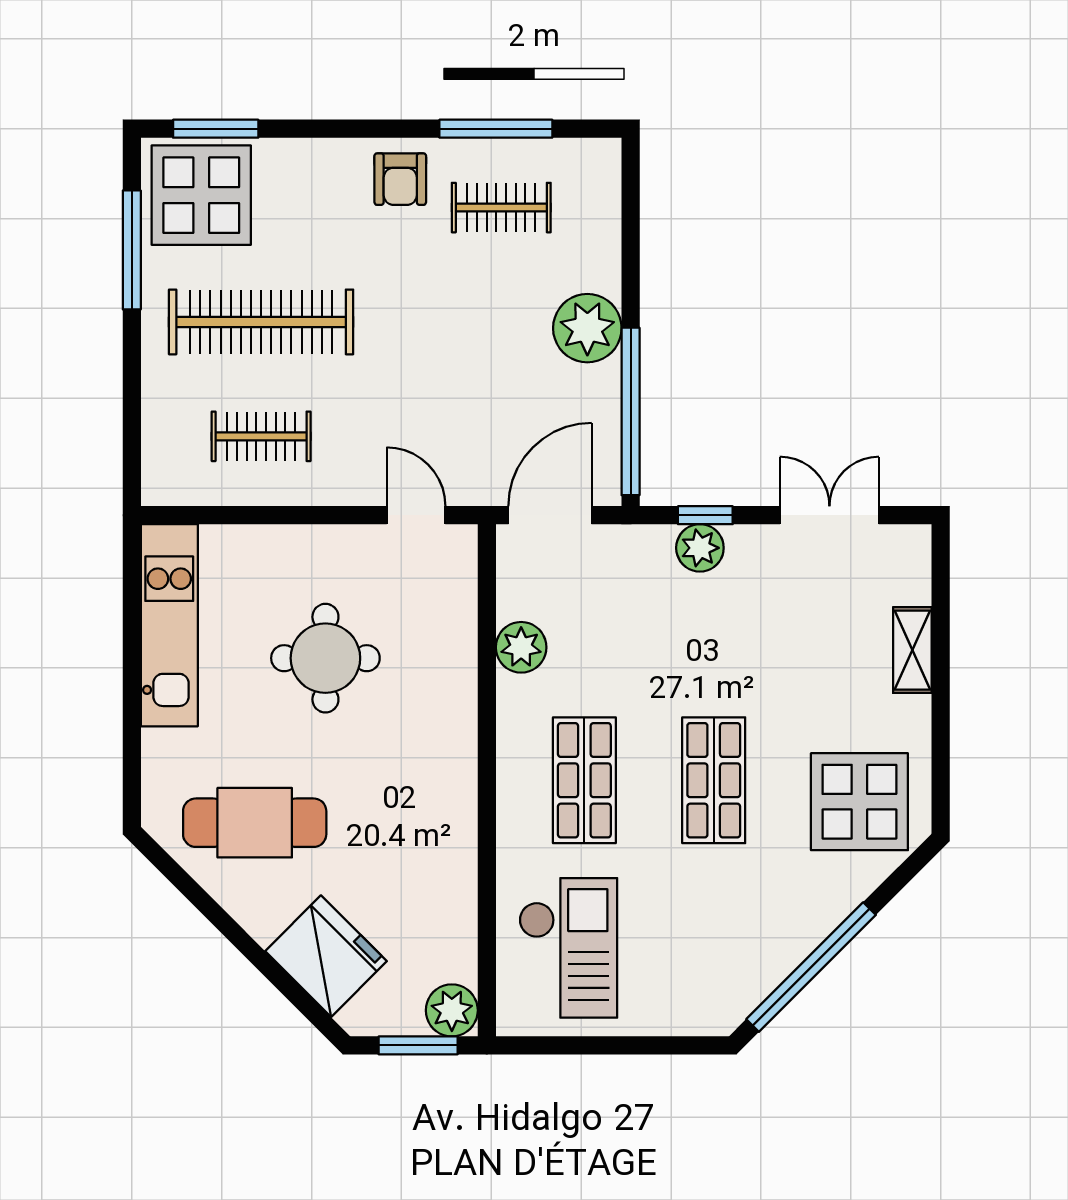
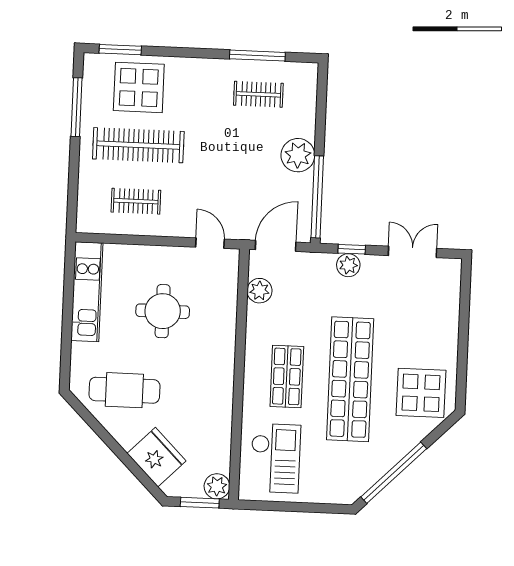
armchair: (400, 179) -> (209, 78), removed
display table: (201, 195) -> (139, 87), moved
plant: (521, 647) -> (259, 291), moved
shelving: (912, 650) -> (450, 320), removed
shop shelf: (714, 780) -> (350, 379), width x2.00, depth x1.36

